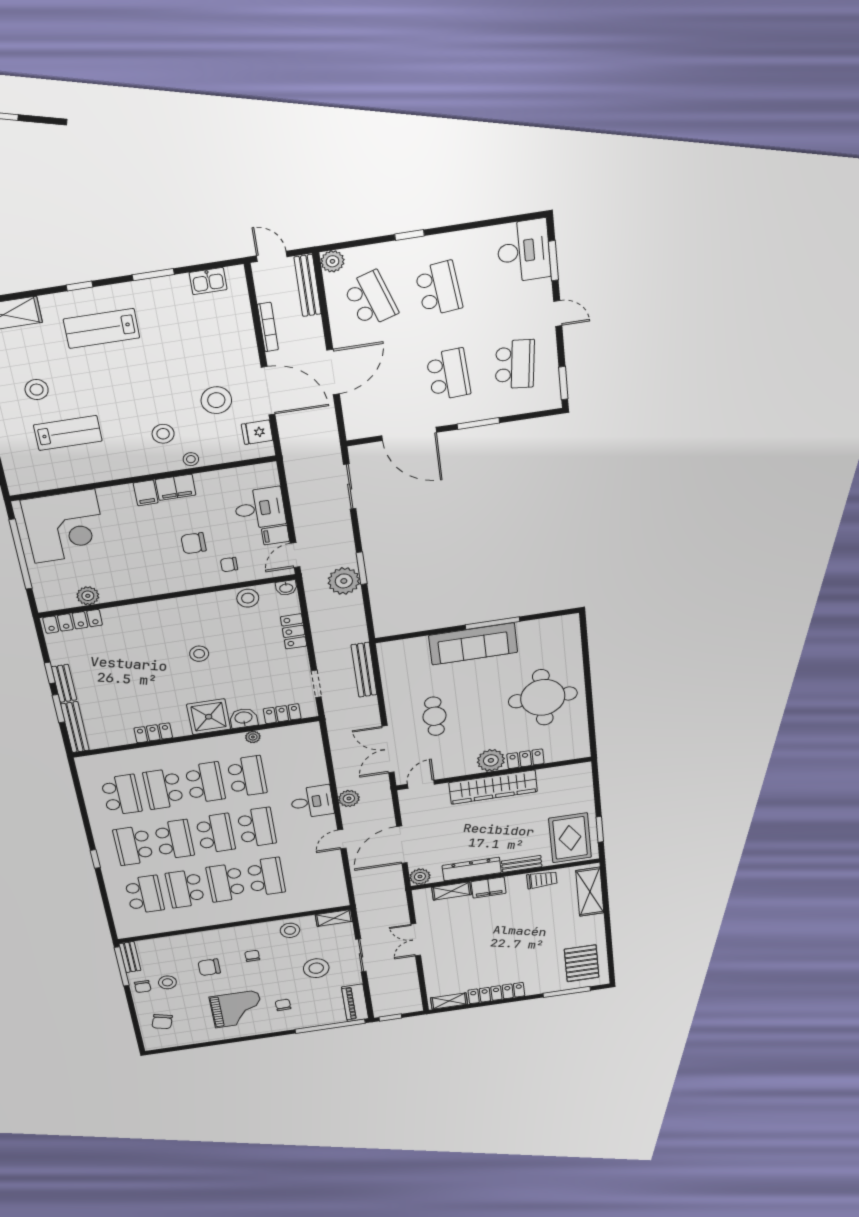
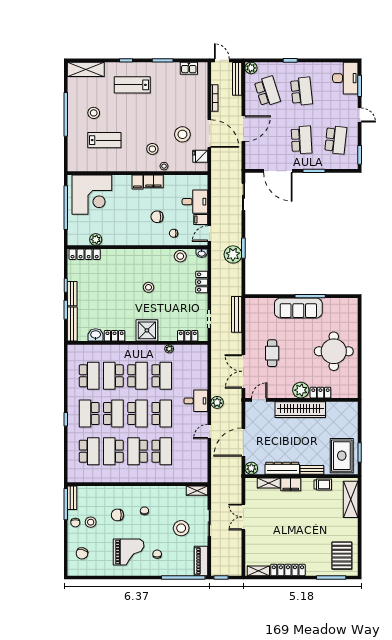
washbasin: (244, 718) -> (96, 335), moved
stool: (290, 930) -> (170, 495), removed

